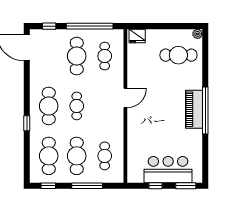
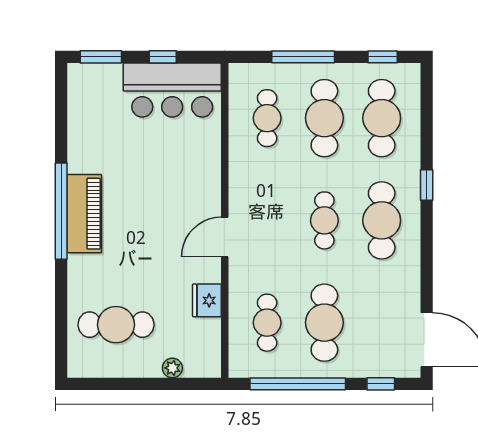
plant: (197, 34) -> (172, 368), moved
fridge: (137, 36) -> (207, 300), moved, turned -90
bar counter: (168, 170) -> (172, 90), moved

